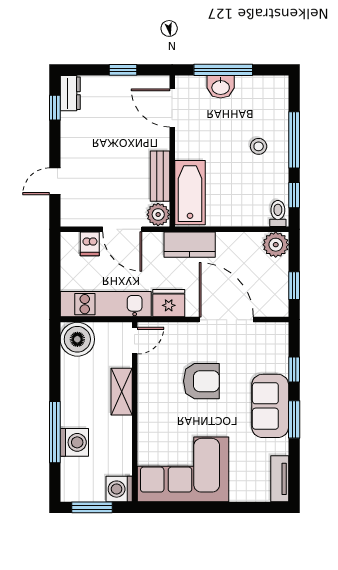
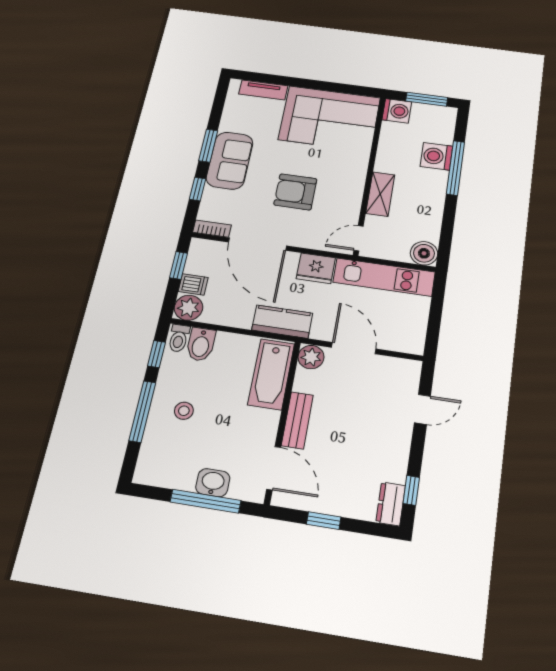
bench: (160, 176) -> (297, 420), moved
bidet: (257, 211) -> (201, 344), added
dishwasher: (90, 244) -> (193, 284), moved, turned 90
bookcase: (271, 329) -> (212, 229), added
boiler: (77, 339) -> (424, 253), width x0.73, depth x0.73
tv unit: (280, 479) -> (263, 90), moved, turned 90

